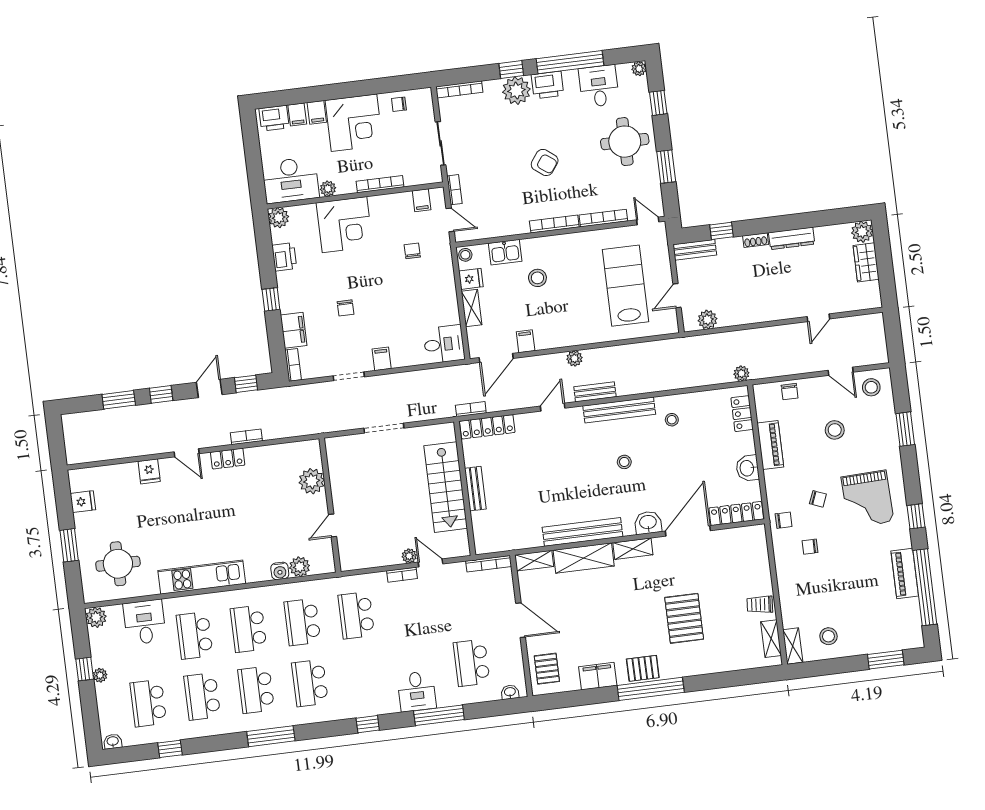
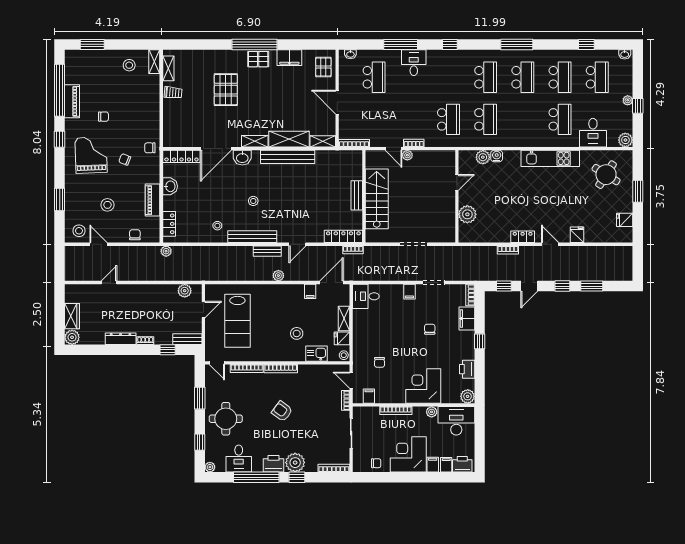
chair: (810, 547) -> (103, 117), moved
round table: (118, 564) -> (606, 175), turned 32
school desk: (248, 629) -> (523, 119), removed

